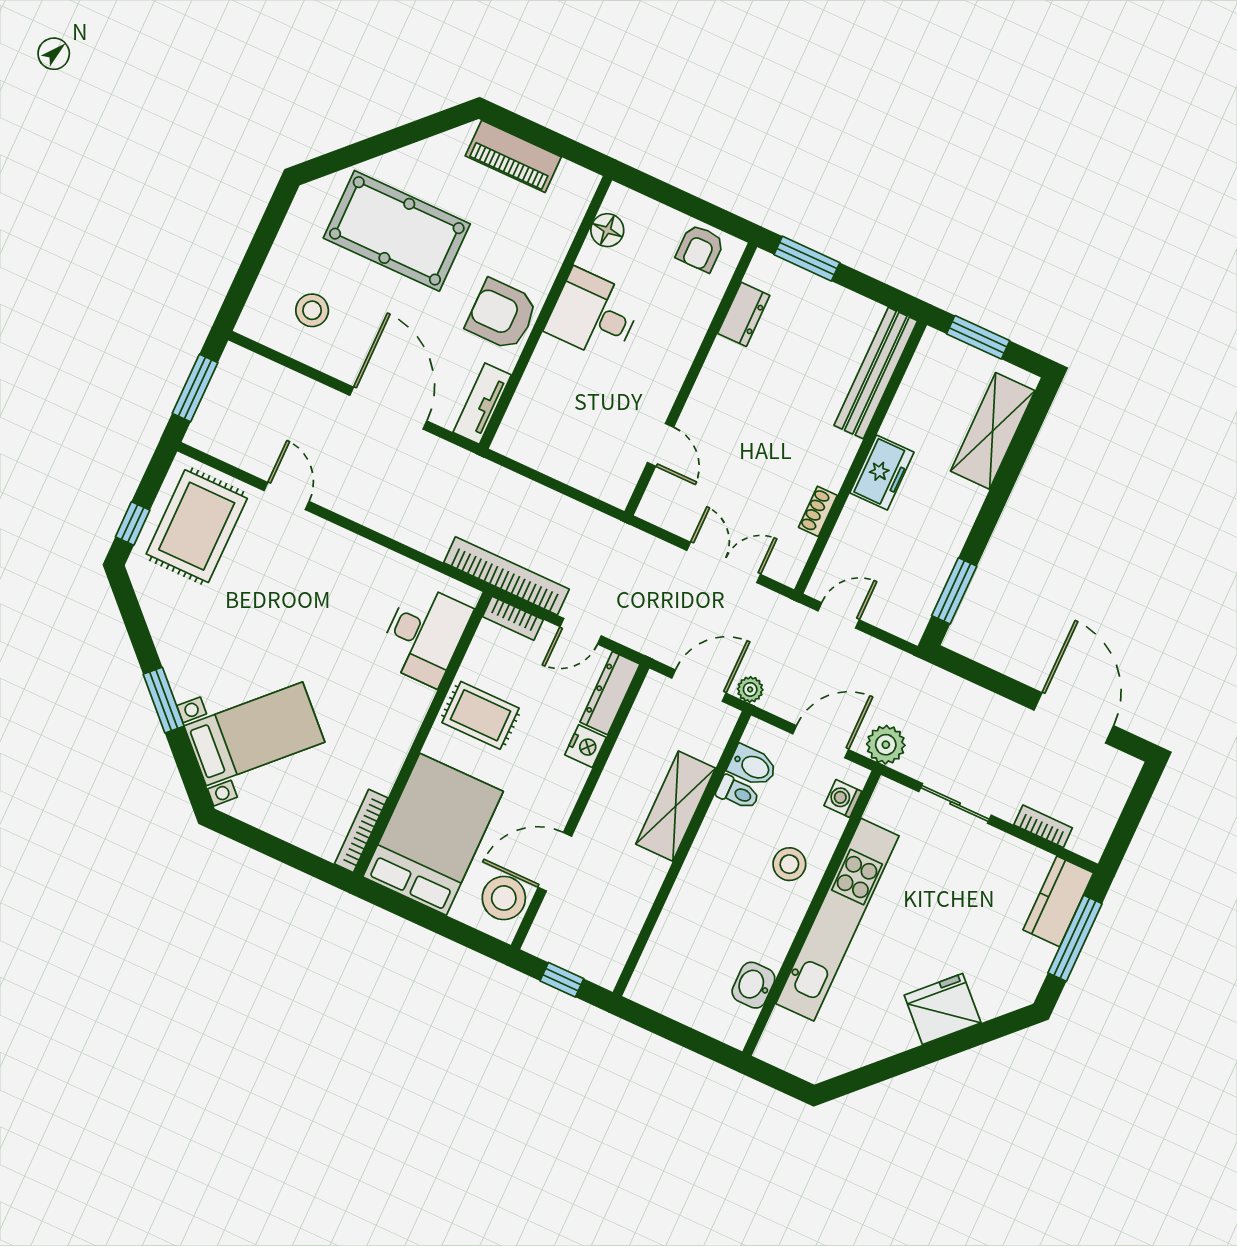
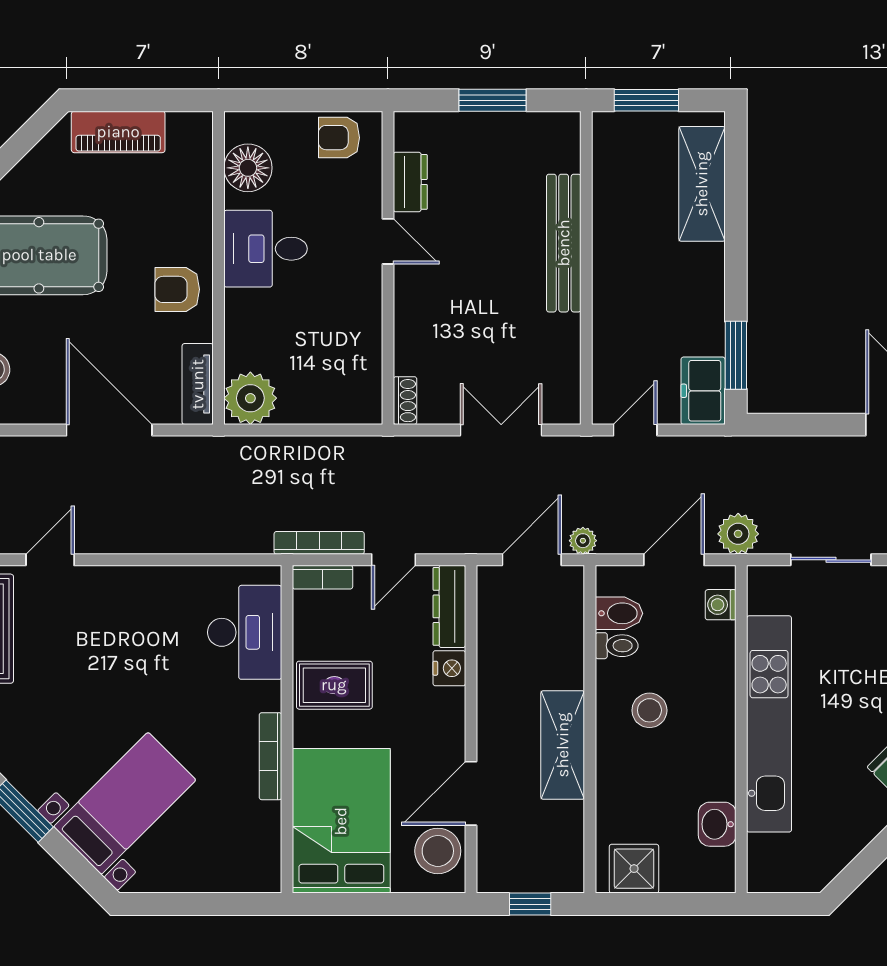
floor lamp: (607, 230) -> (248, 168), width x1.38, depth x1.38
armchair: (700, 248) -> (339, 138), turned 90
window: (807, 259) -> (493, 100), moved
armchair: (502, 315) -> (177, 289), width x0.72, depth x0.72
bench: (876, 373) -> (564, 243), moved
plant: (522, 437) -> (250, 398), added
door: (661, 445) -> (388, 241), moved
freezer: (882, 473) -> (703, 391), moved, turned 180
door: (286, 496) -> (50, 560), hinge flipped
shoe rack: (818, 511) -> (405, 401), moved, turned 180
bookcase: (506, 576) -> (319, 543), width x0.68, depth x0.76
shelving: (676, 806) -> (563, 745), moved
bookcase: (361, 831) -> (270, 756), moved
stool: (789, 864) -> (649, 710), moved
shower: (665, 990) -> (634, 869), added

